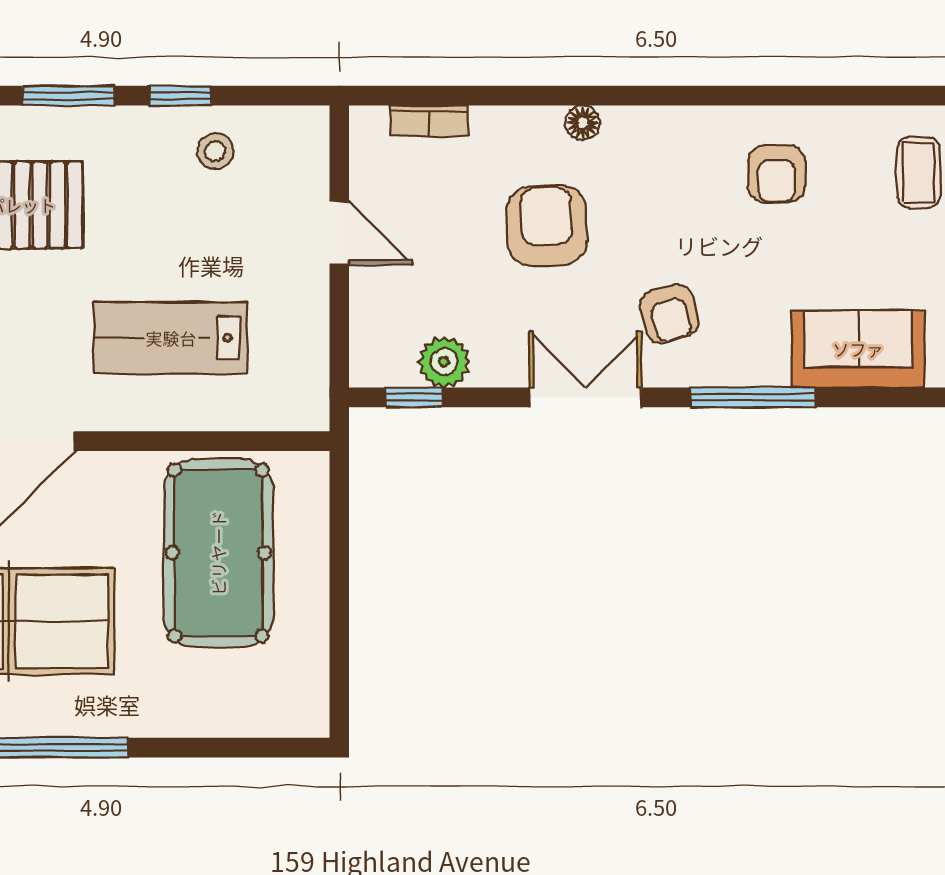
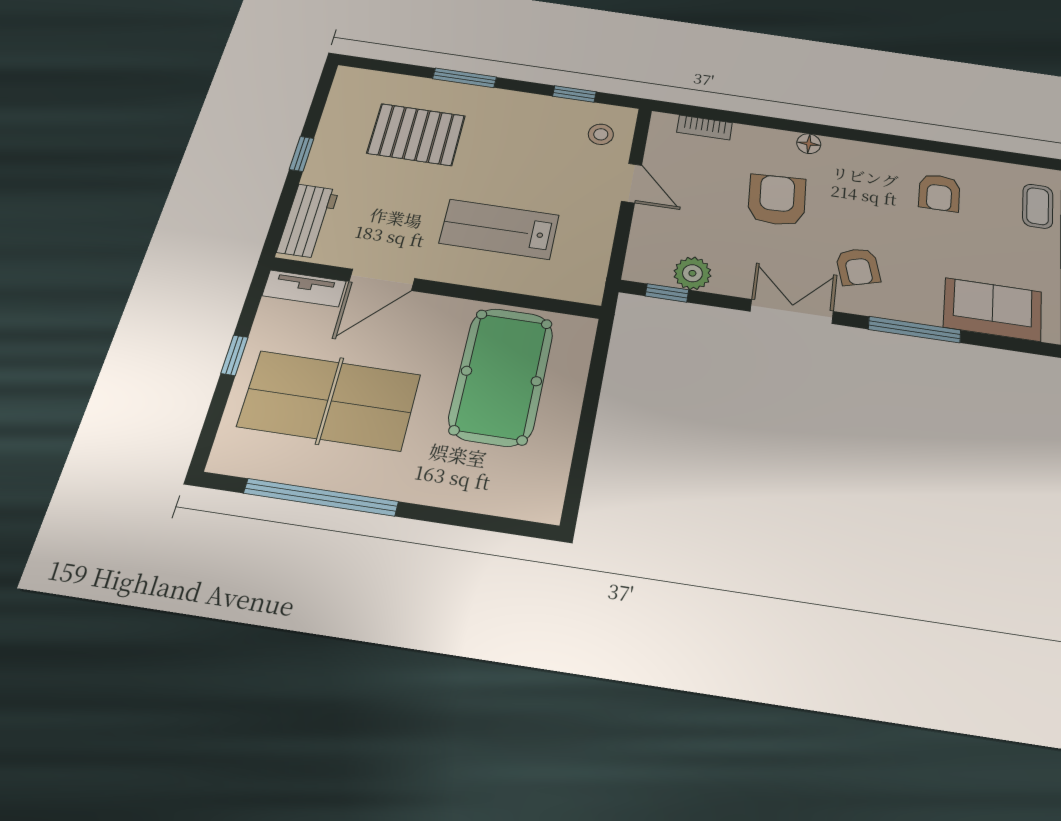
window: (180, 96) -> (574, 94), moved
stool: (215, 151) -> (601, 134), moved

